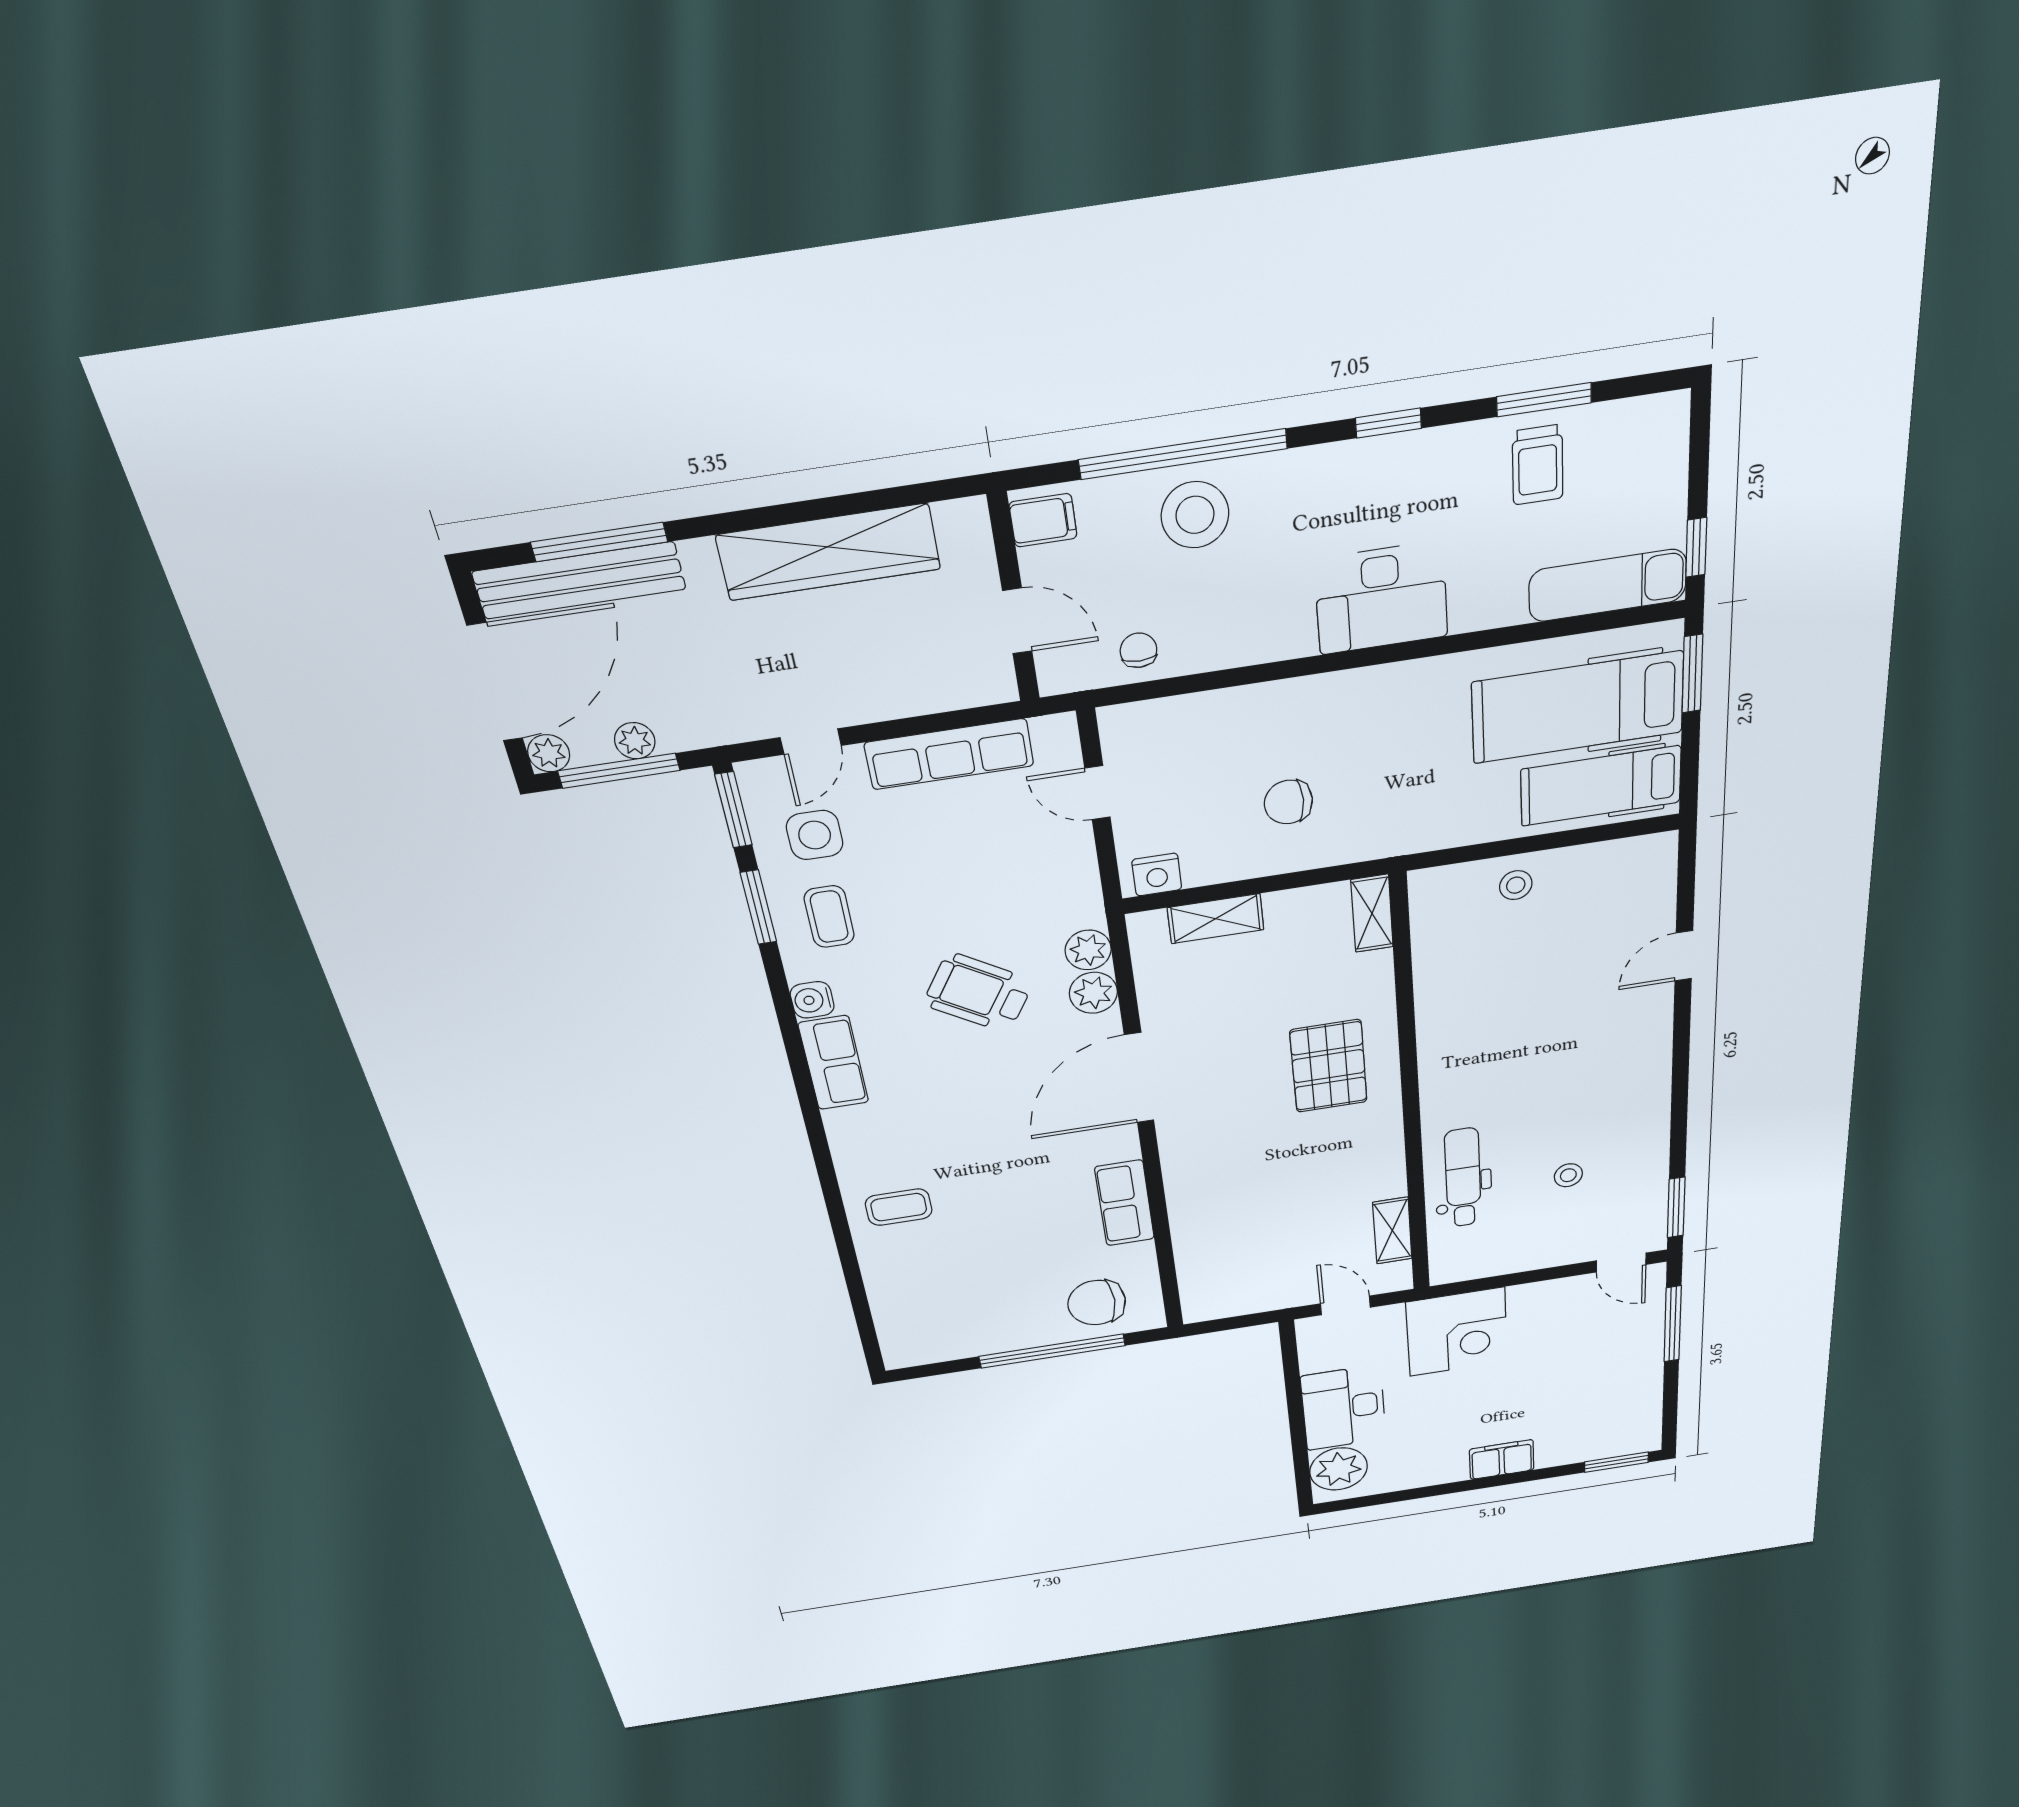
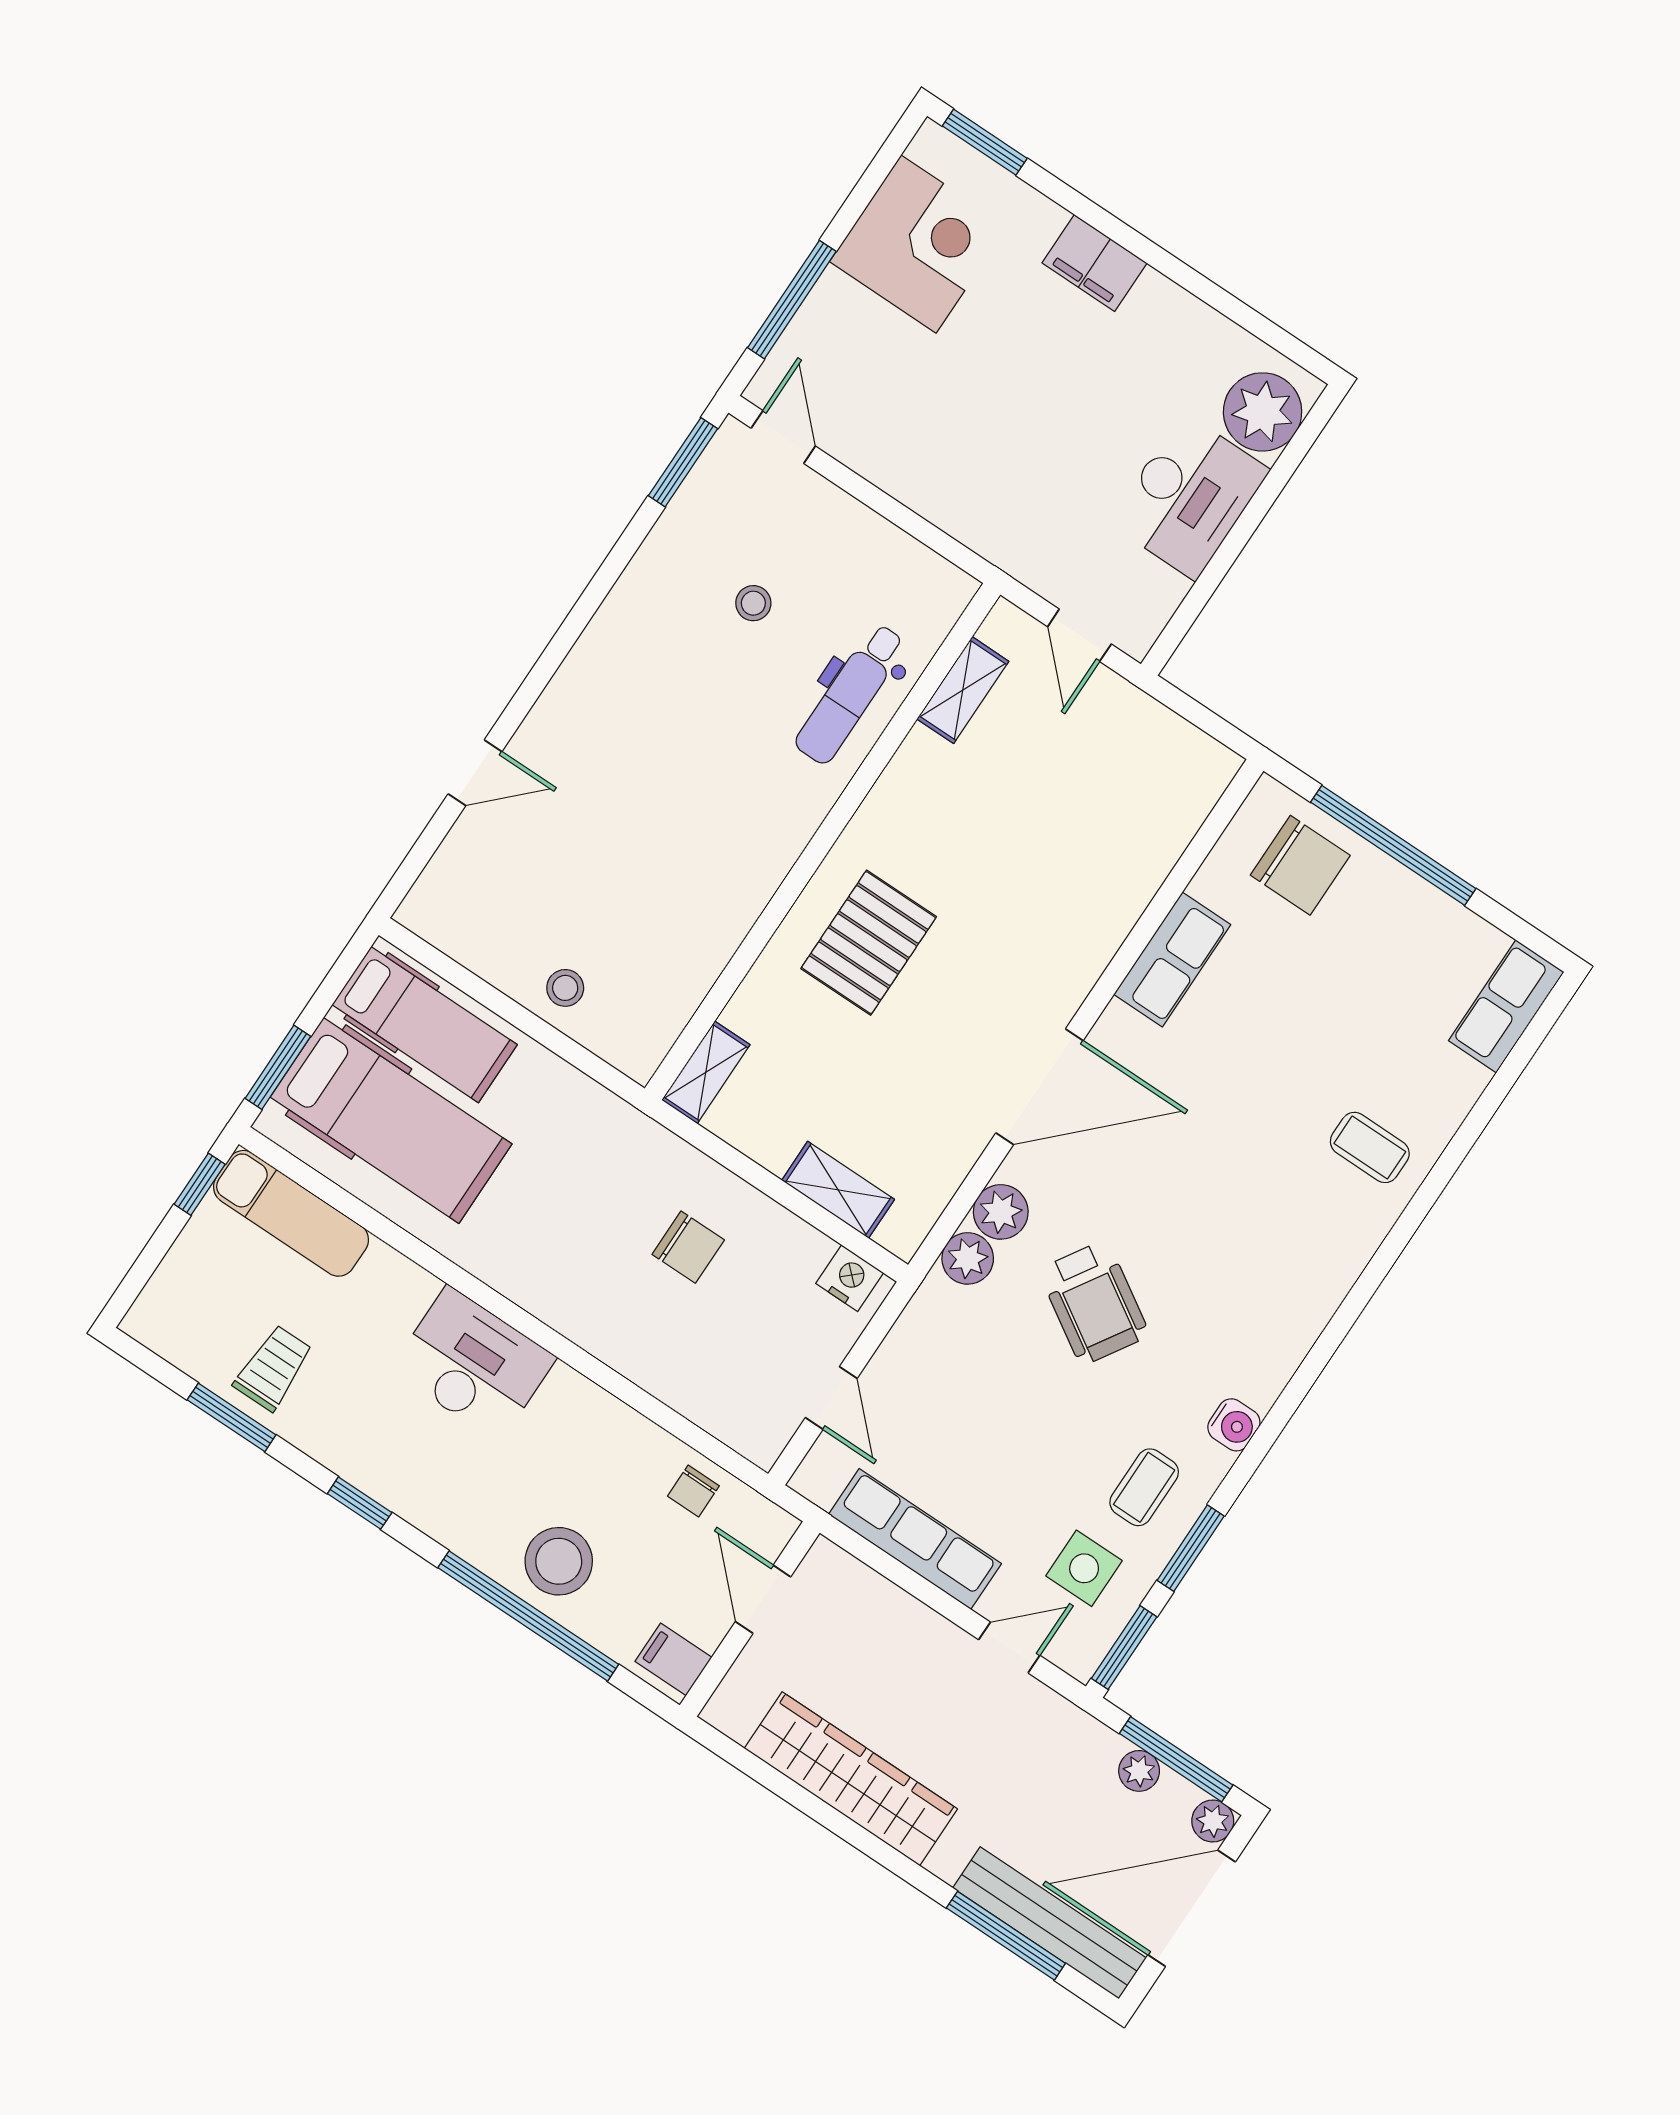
row of seats: (834, 1063) -> (1506, 1006), moved
corner desk: (1457, 1332) -> (919, 244), moved, turned 90

